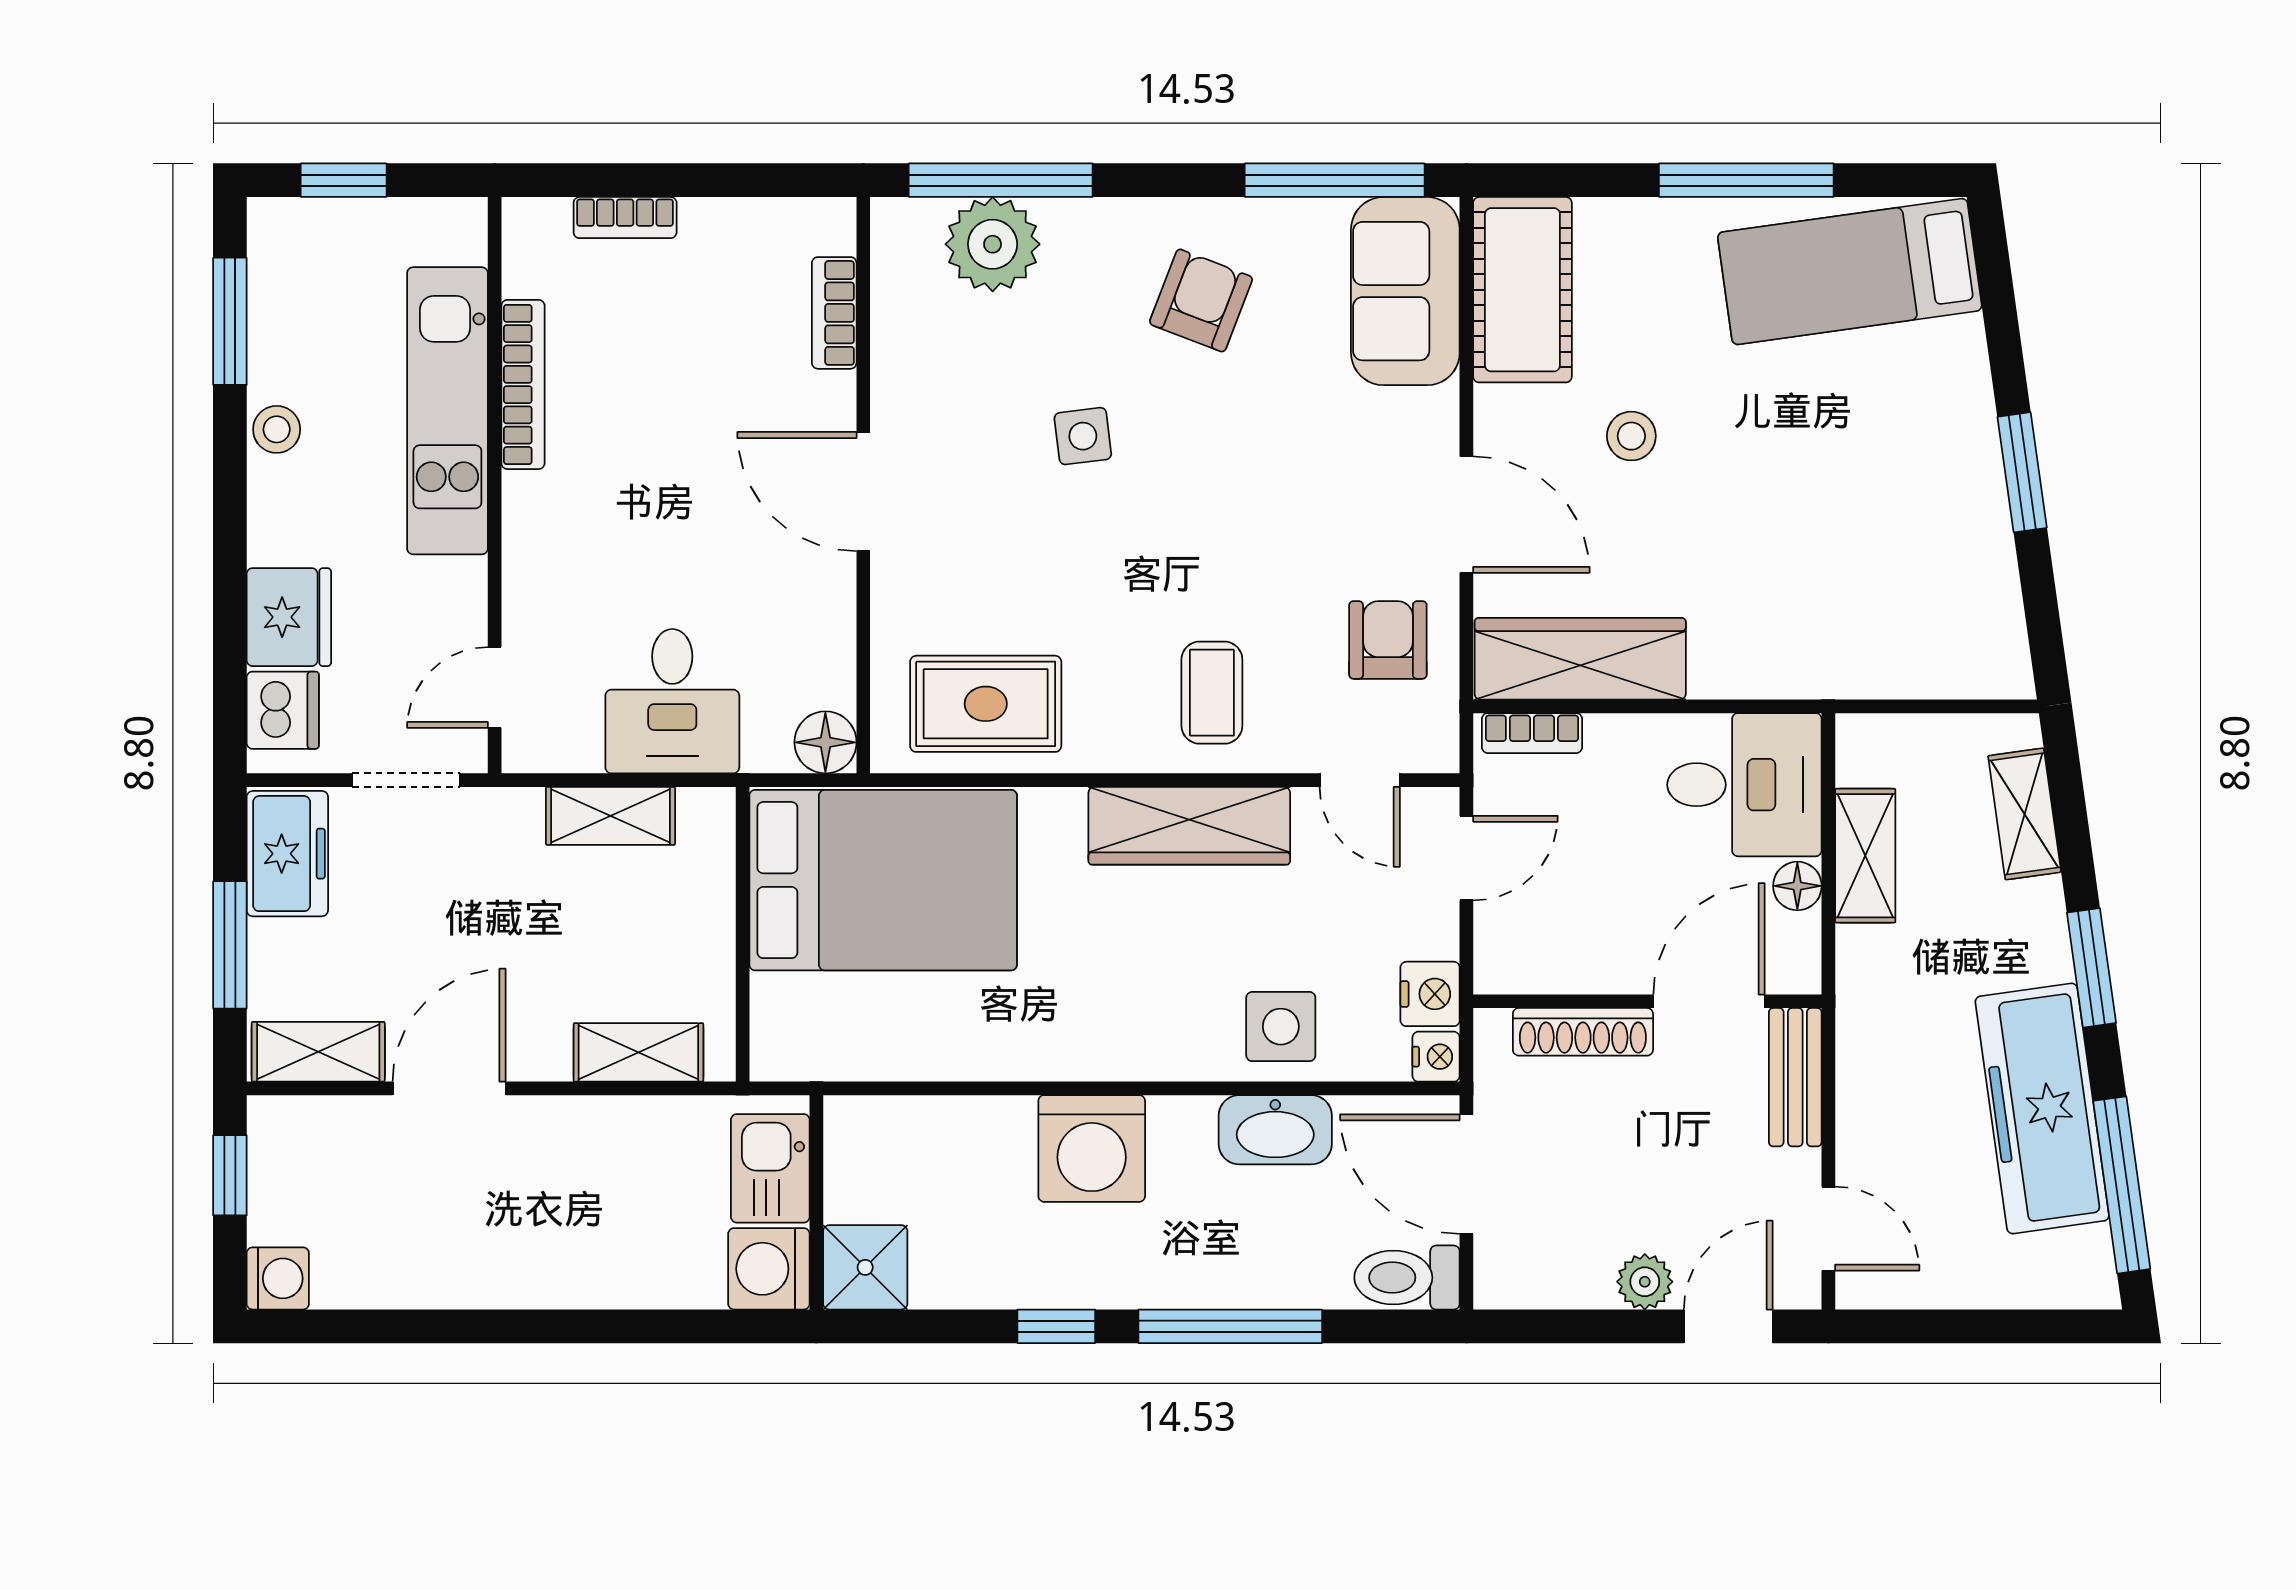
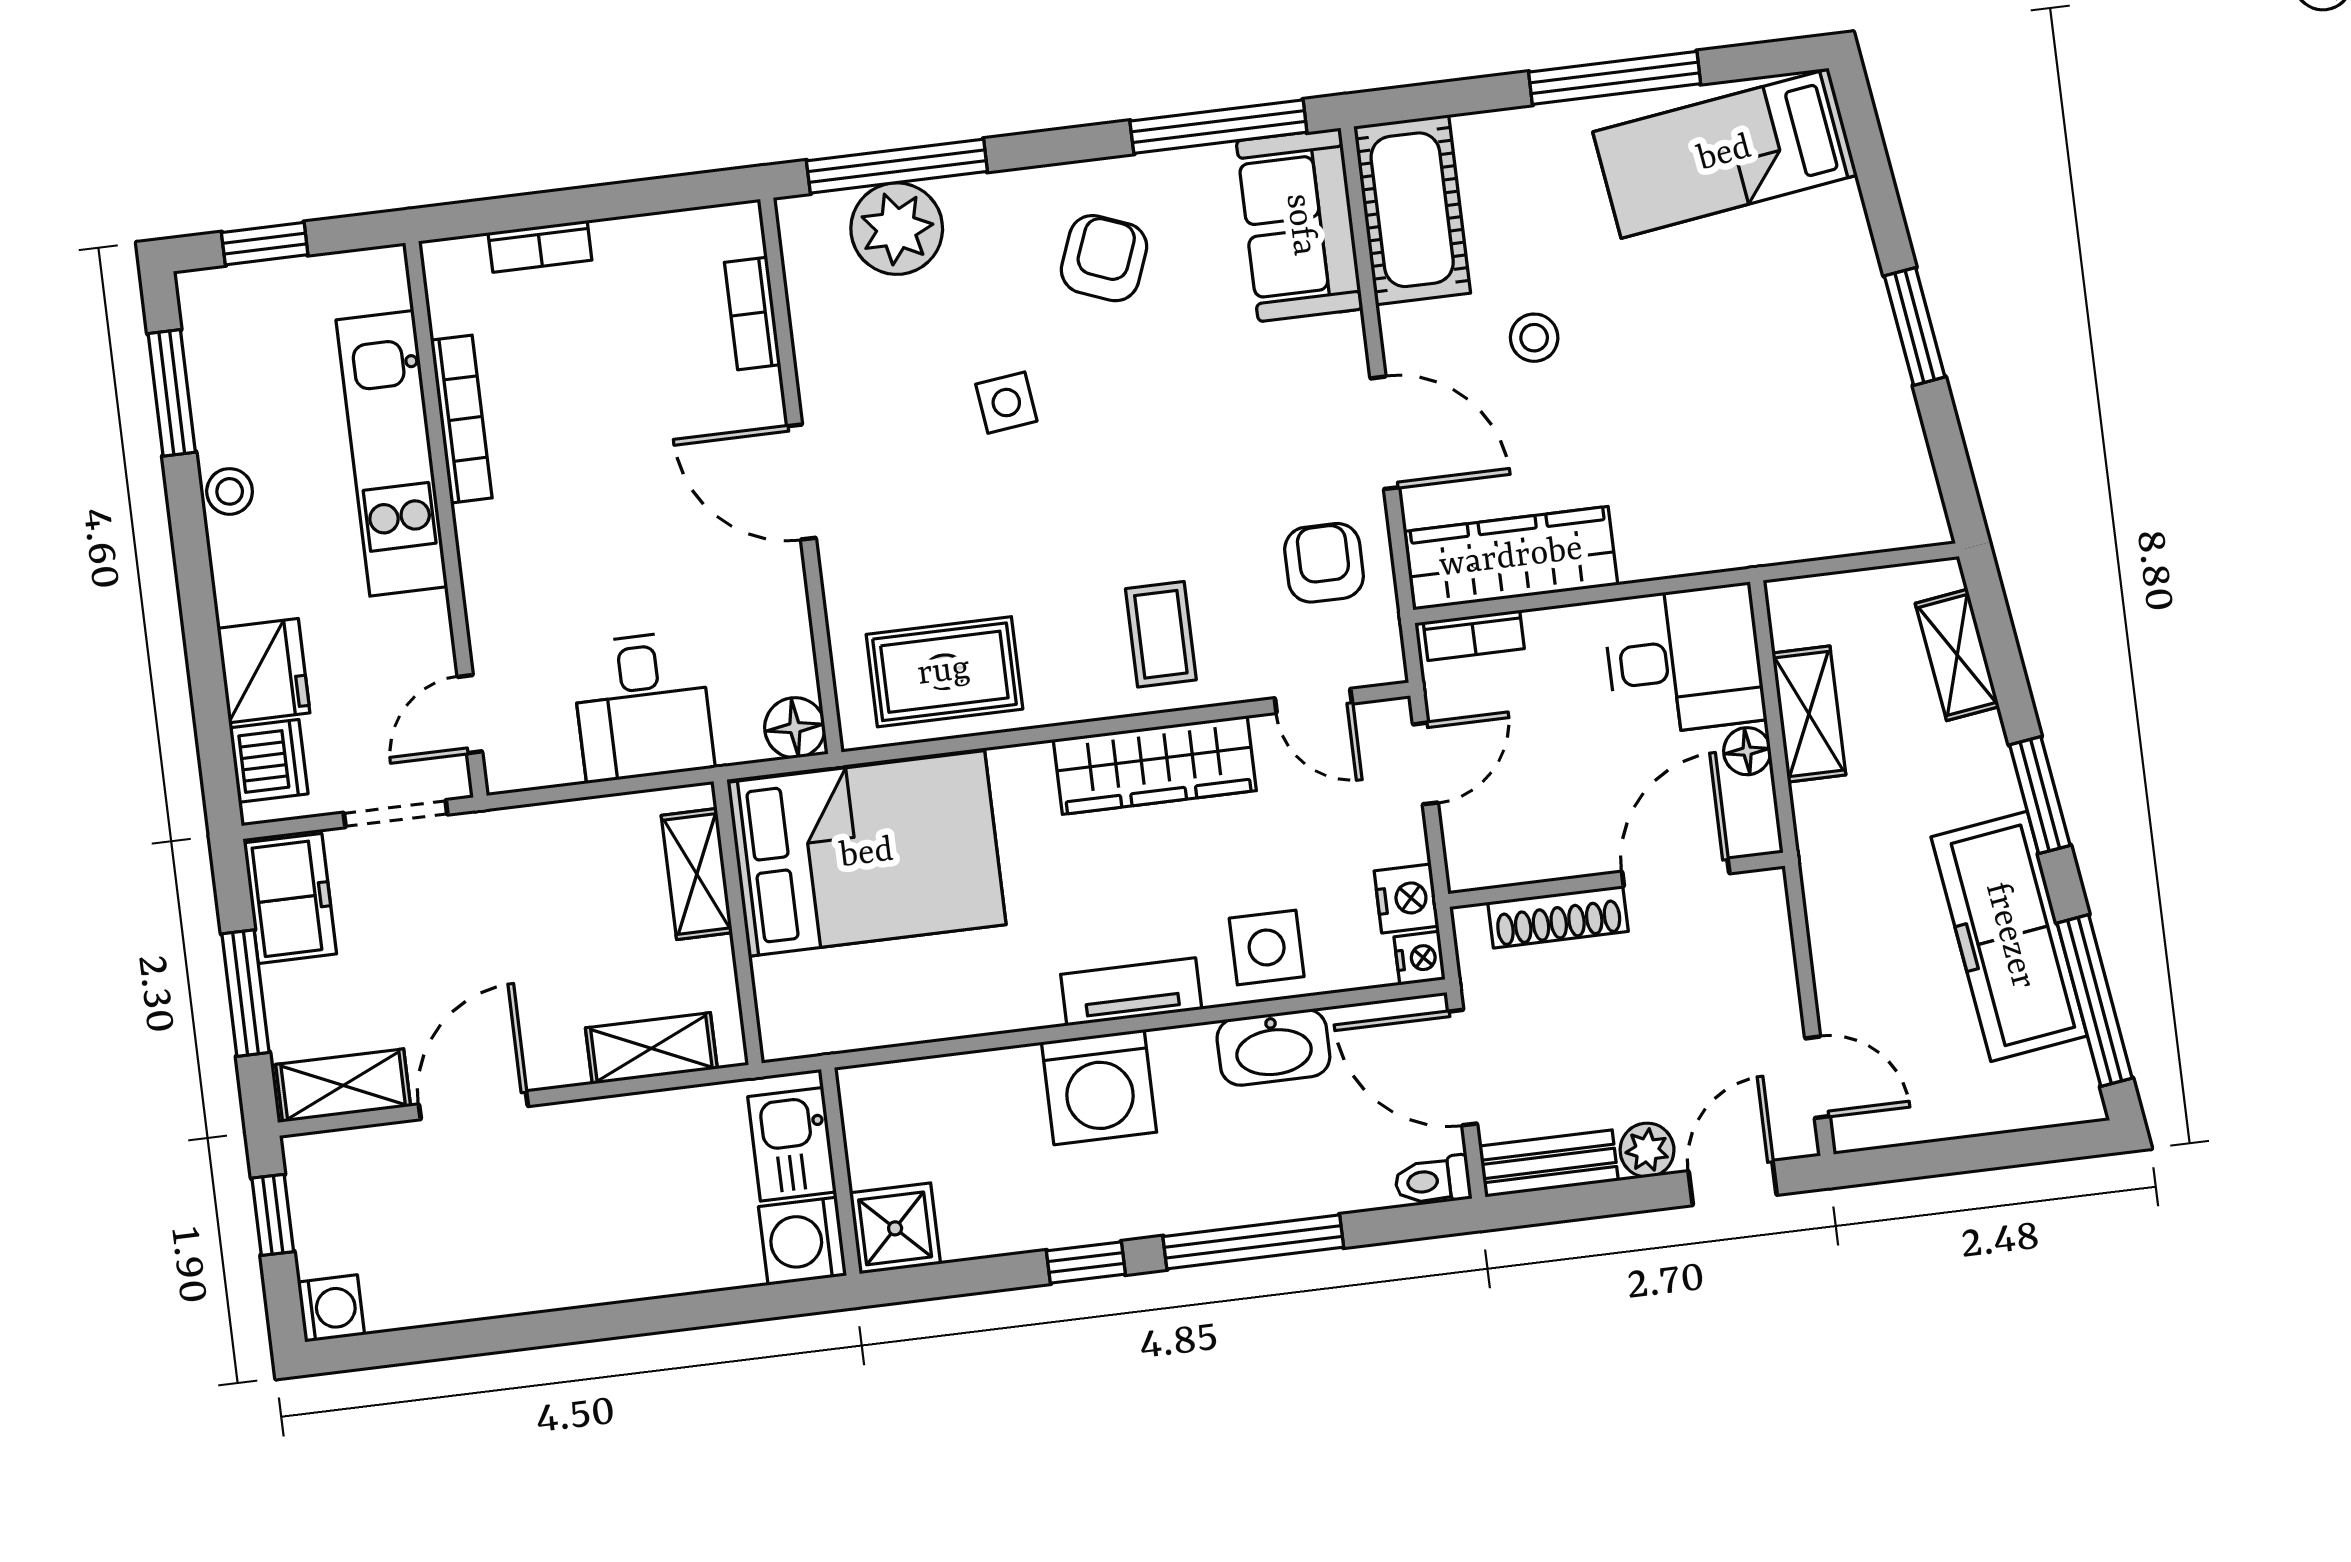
shelving: (610, 816) -> (697, 874), moved, turned 90
tv unit: (1137, 1055) -> (1131, 992), added
bench: (1795, 1077) -> (1549, 1163), moved, turned 90
toilet: (1407, 1278) -> (1433, 1181), width x0.73, depth x0.72

